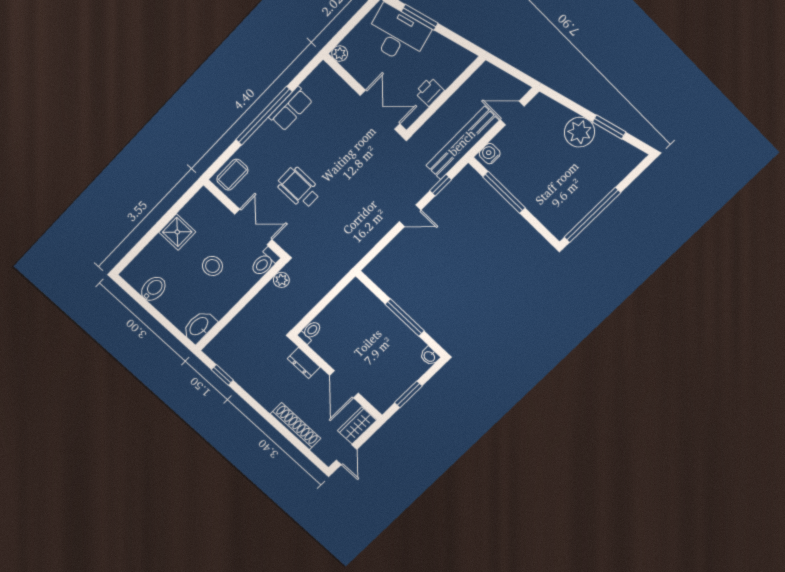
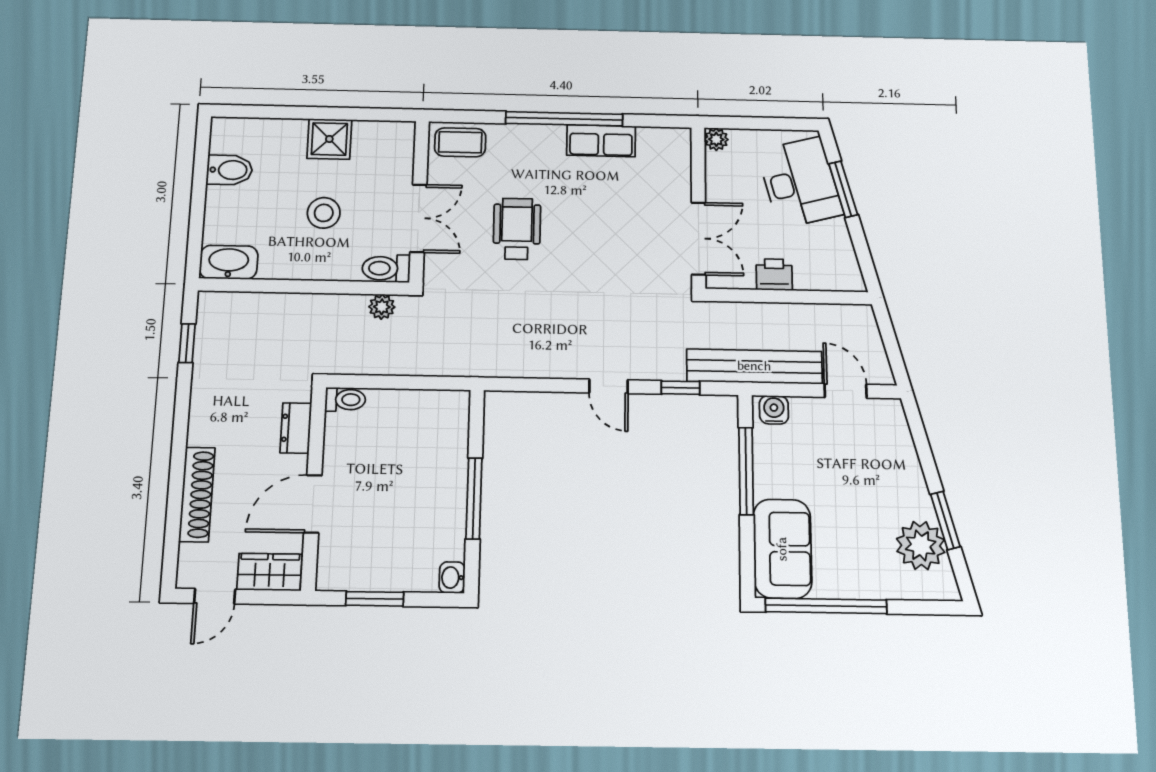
plant: (580, 132) -> (921, 546), moved
sofa: (551, 210) -> (782, 549), added

